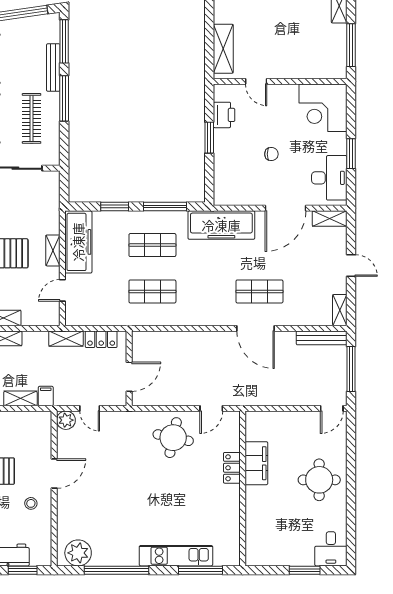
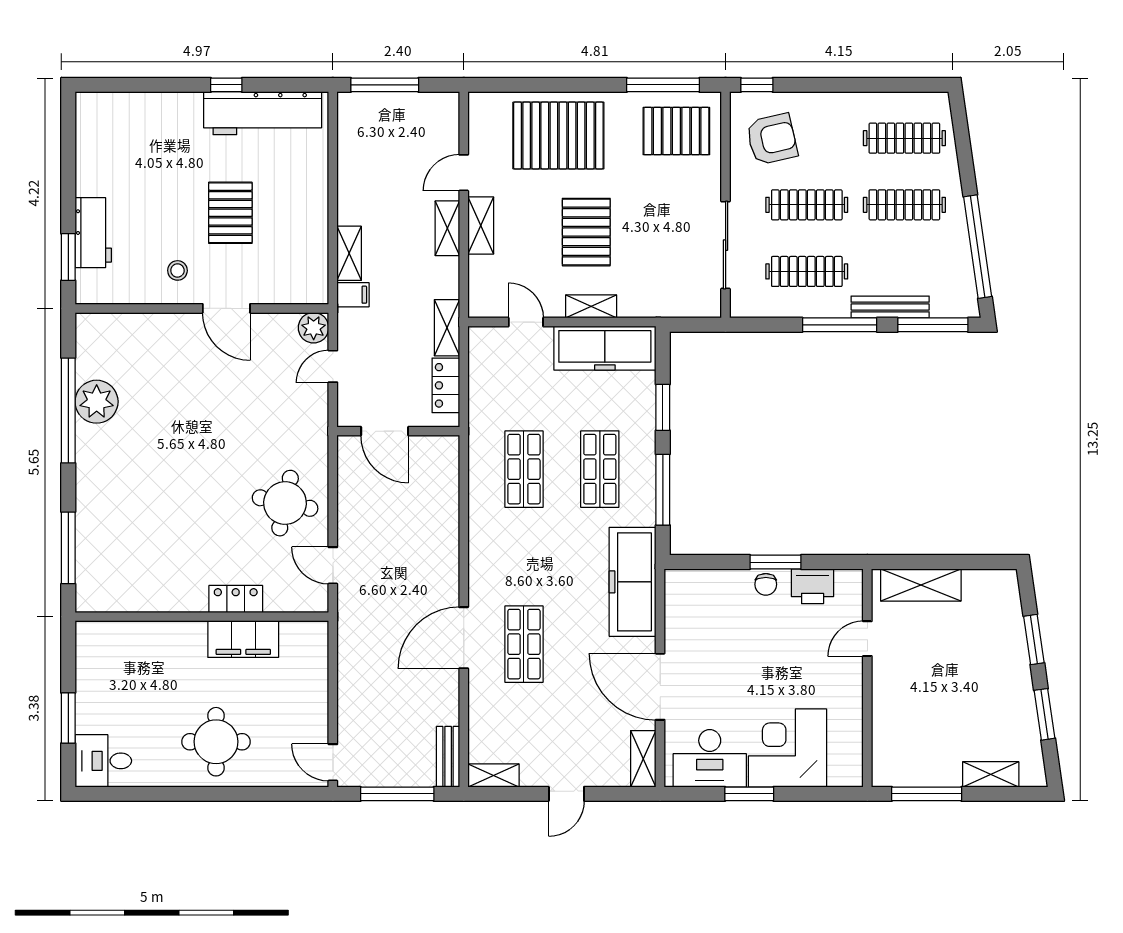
corner desk: (323, 108) -> (787, 748), moved
chair: (271, 154) -> (766, 584), moved
bench: (322, 338) -> (448, 757), width x0.73
plant: (78, 553) -> (97, 402), moved
kitchen unit: (176, 556) -> (92, 508), removed

